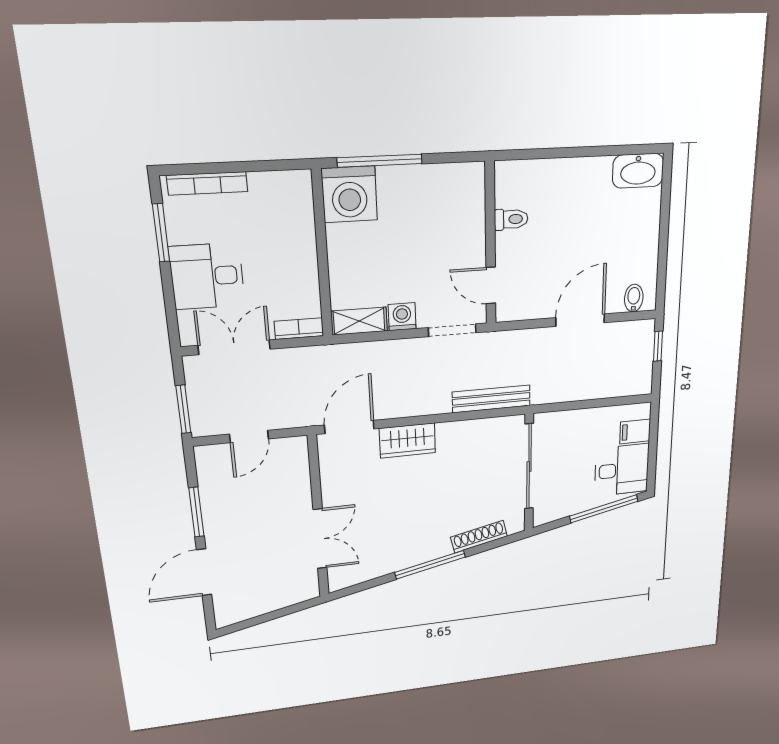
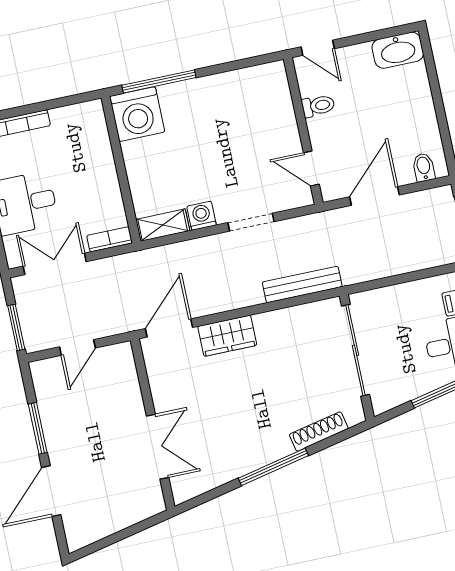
door: (558, 153) -> (318, 48), added
toilet: (511, 219) -> (318, 106), moved
wall: (490, 244) -> (303, 131), moved
door: (491, 285) -> (311, 168), moved

